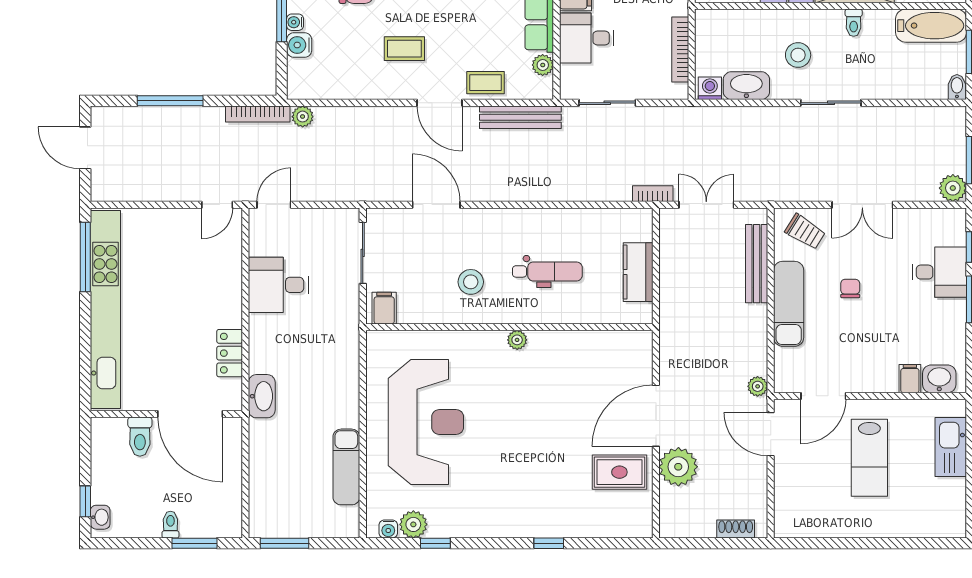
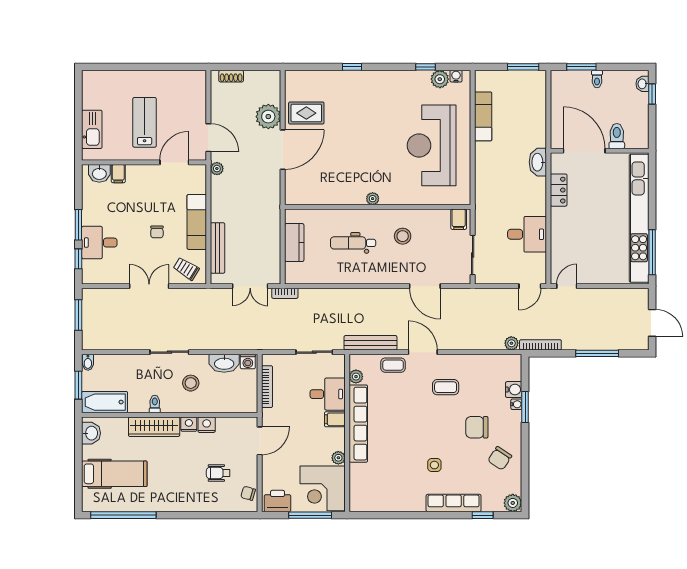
plant: (953, 188) -> (91, 297), removed

